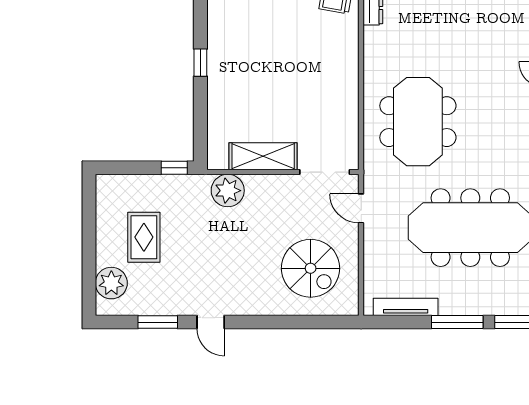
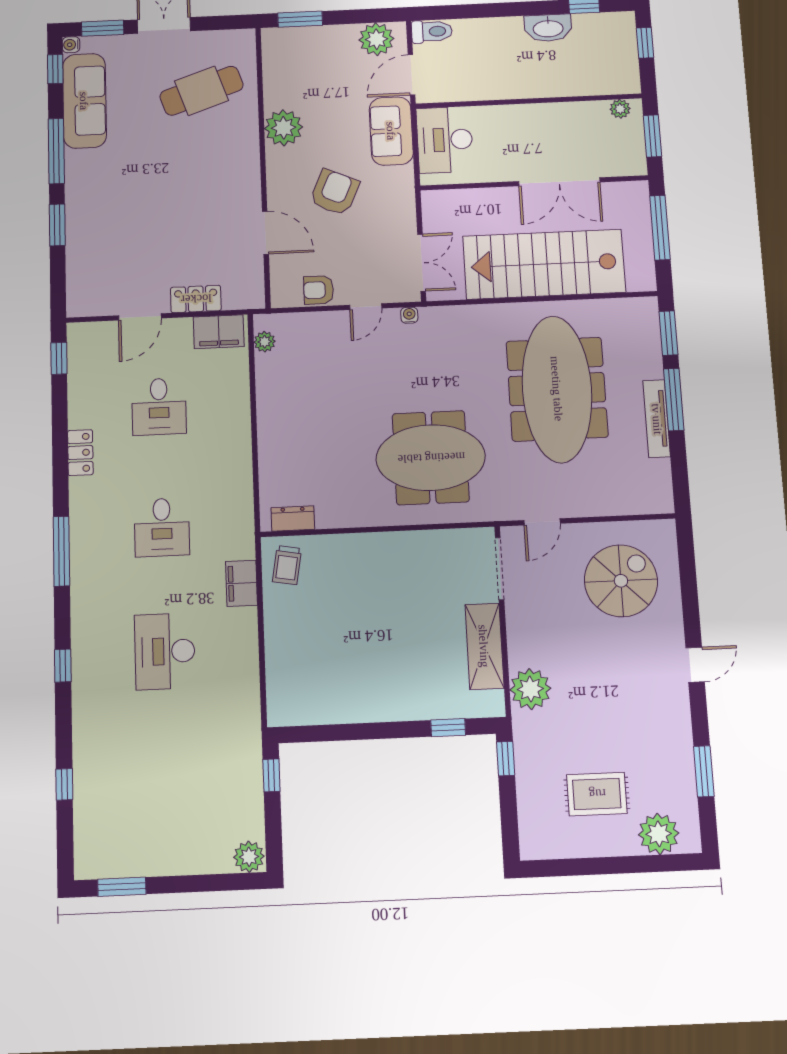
window: (200, 63) -> (448, 728), moved
tv unit: (406, 307) -> (657, 419), moved
door: (211, 322) -> (695, 665), moved

